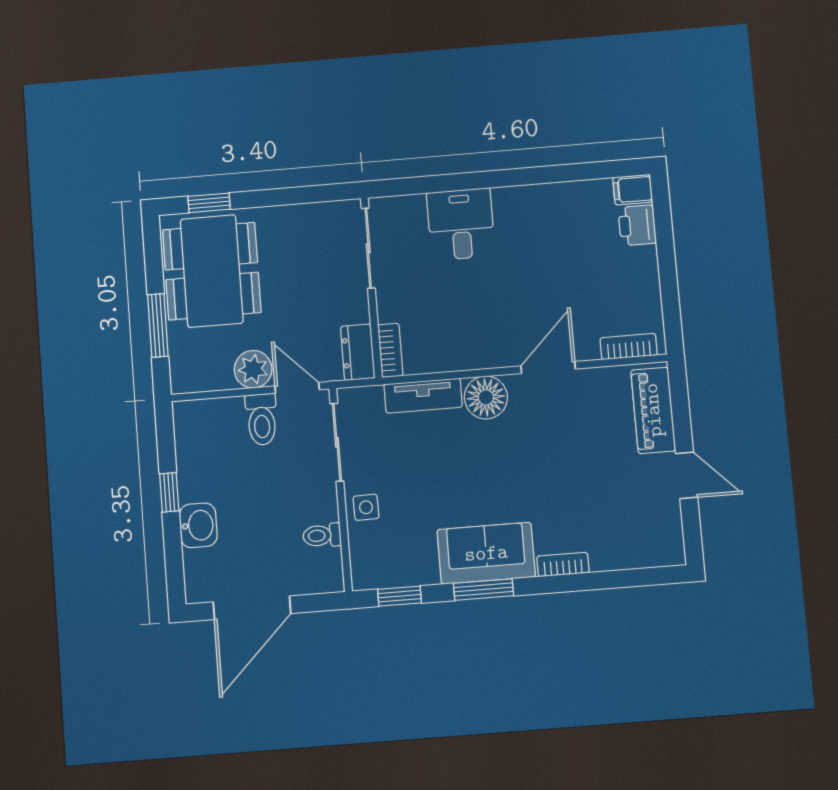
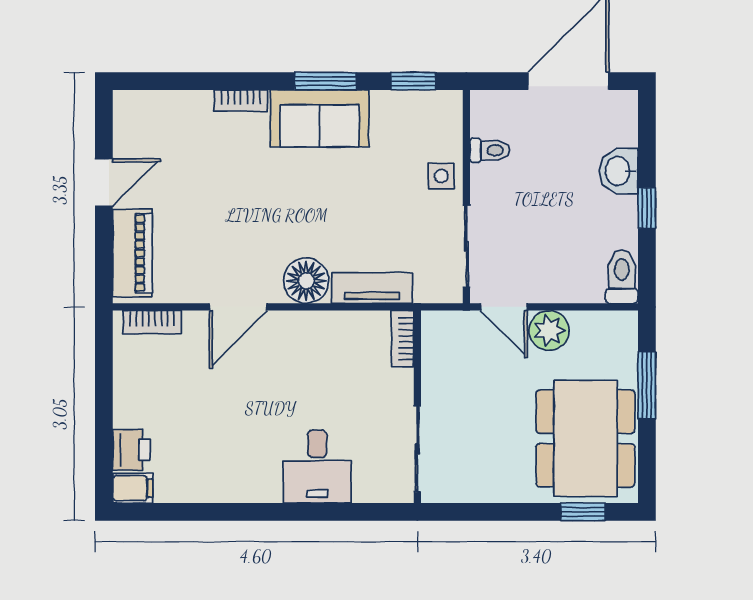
dresser: (358, 352) -> (437, 339), removed
toilet: (262, 419) -> (622, 277), moved
door: (687, 475) -> (104, 183), swing flipped

